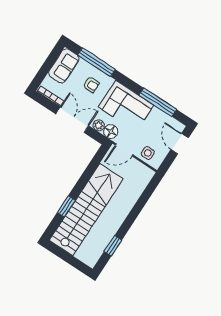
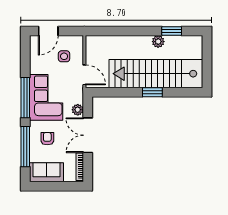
window: (158, 102) -> (25, 98), moved
floor lamp: (111, 132) -> (76, 96), removed
side table: (148, 153) -> (64, 56), moved
window: (66, 206) -> (152, 92), moved
plant: (112, 229) -> (158, 42), added

